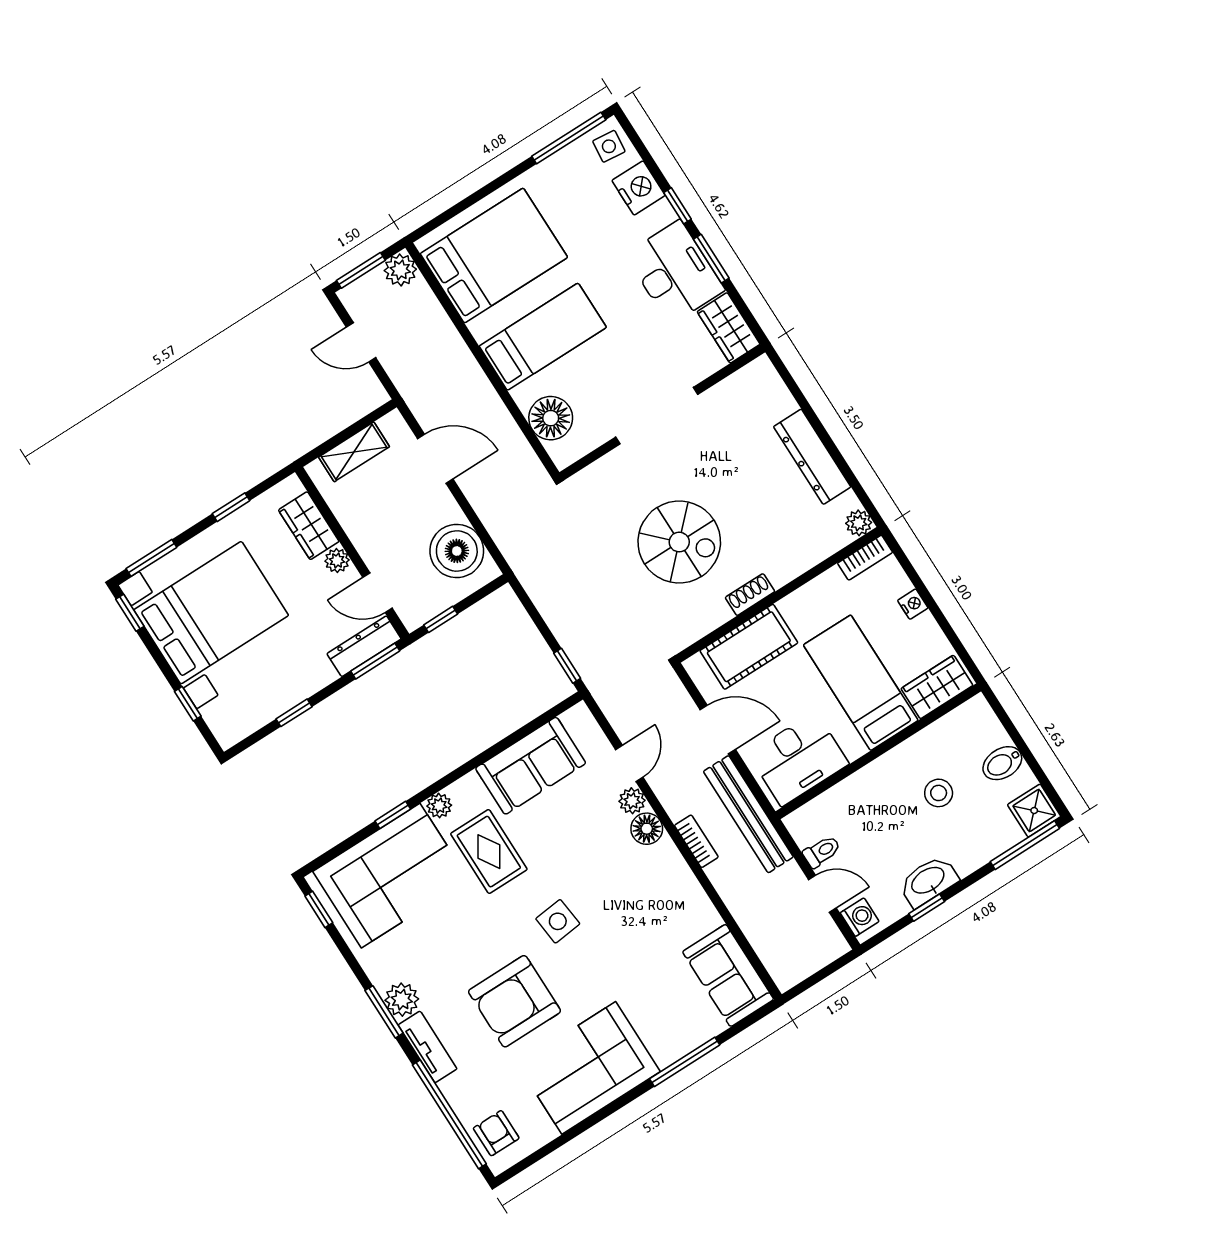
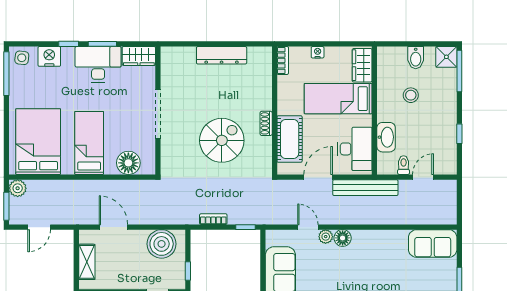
door: (435, 459) -> (113, 227), hinge flipped
plant: (859, 523) -> (265, 53), removed
bookcase: (696, 841) -> (213, 219), moved
washbasin: (928, 881) -> (386, 137), moved, turned 180
washing machine: (860, 917) -> (444, 167), removed

